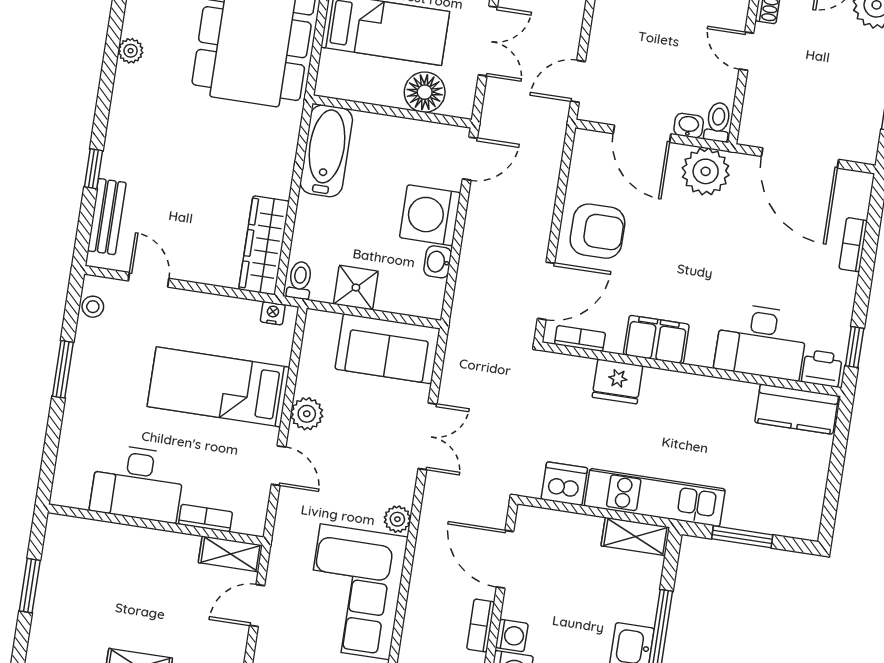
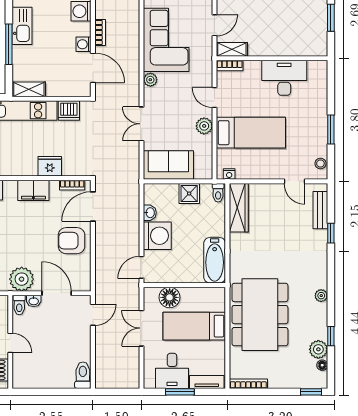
bookcase: (205, 518) -> (230, 65), moved
washing machine: (512, 635) -> (84, 44), moved

